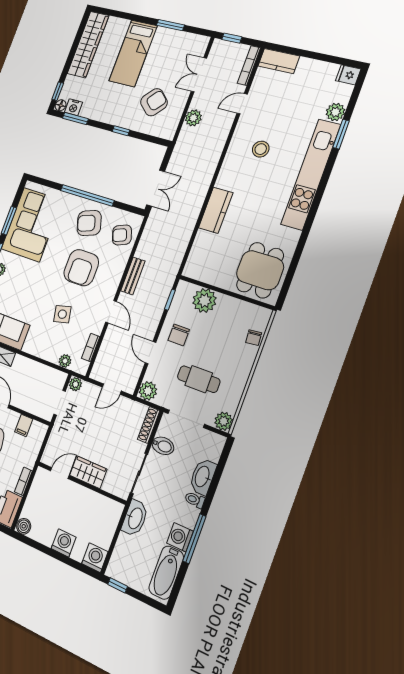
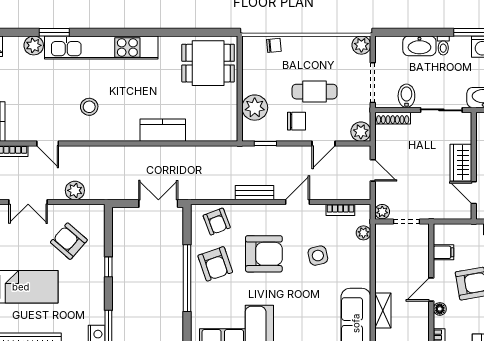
cafe table: (199, 379) -> (315, 92), moved, turned 90

